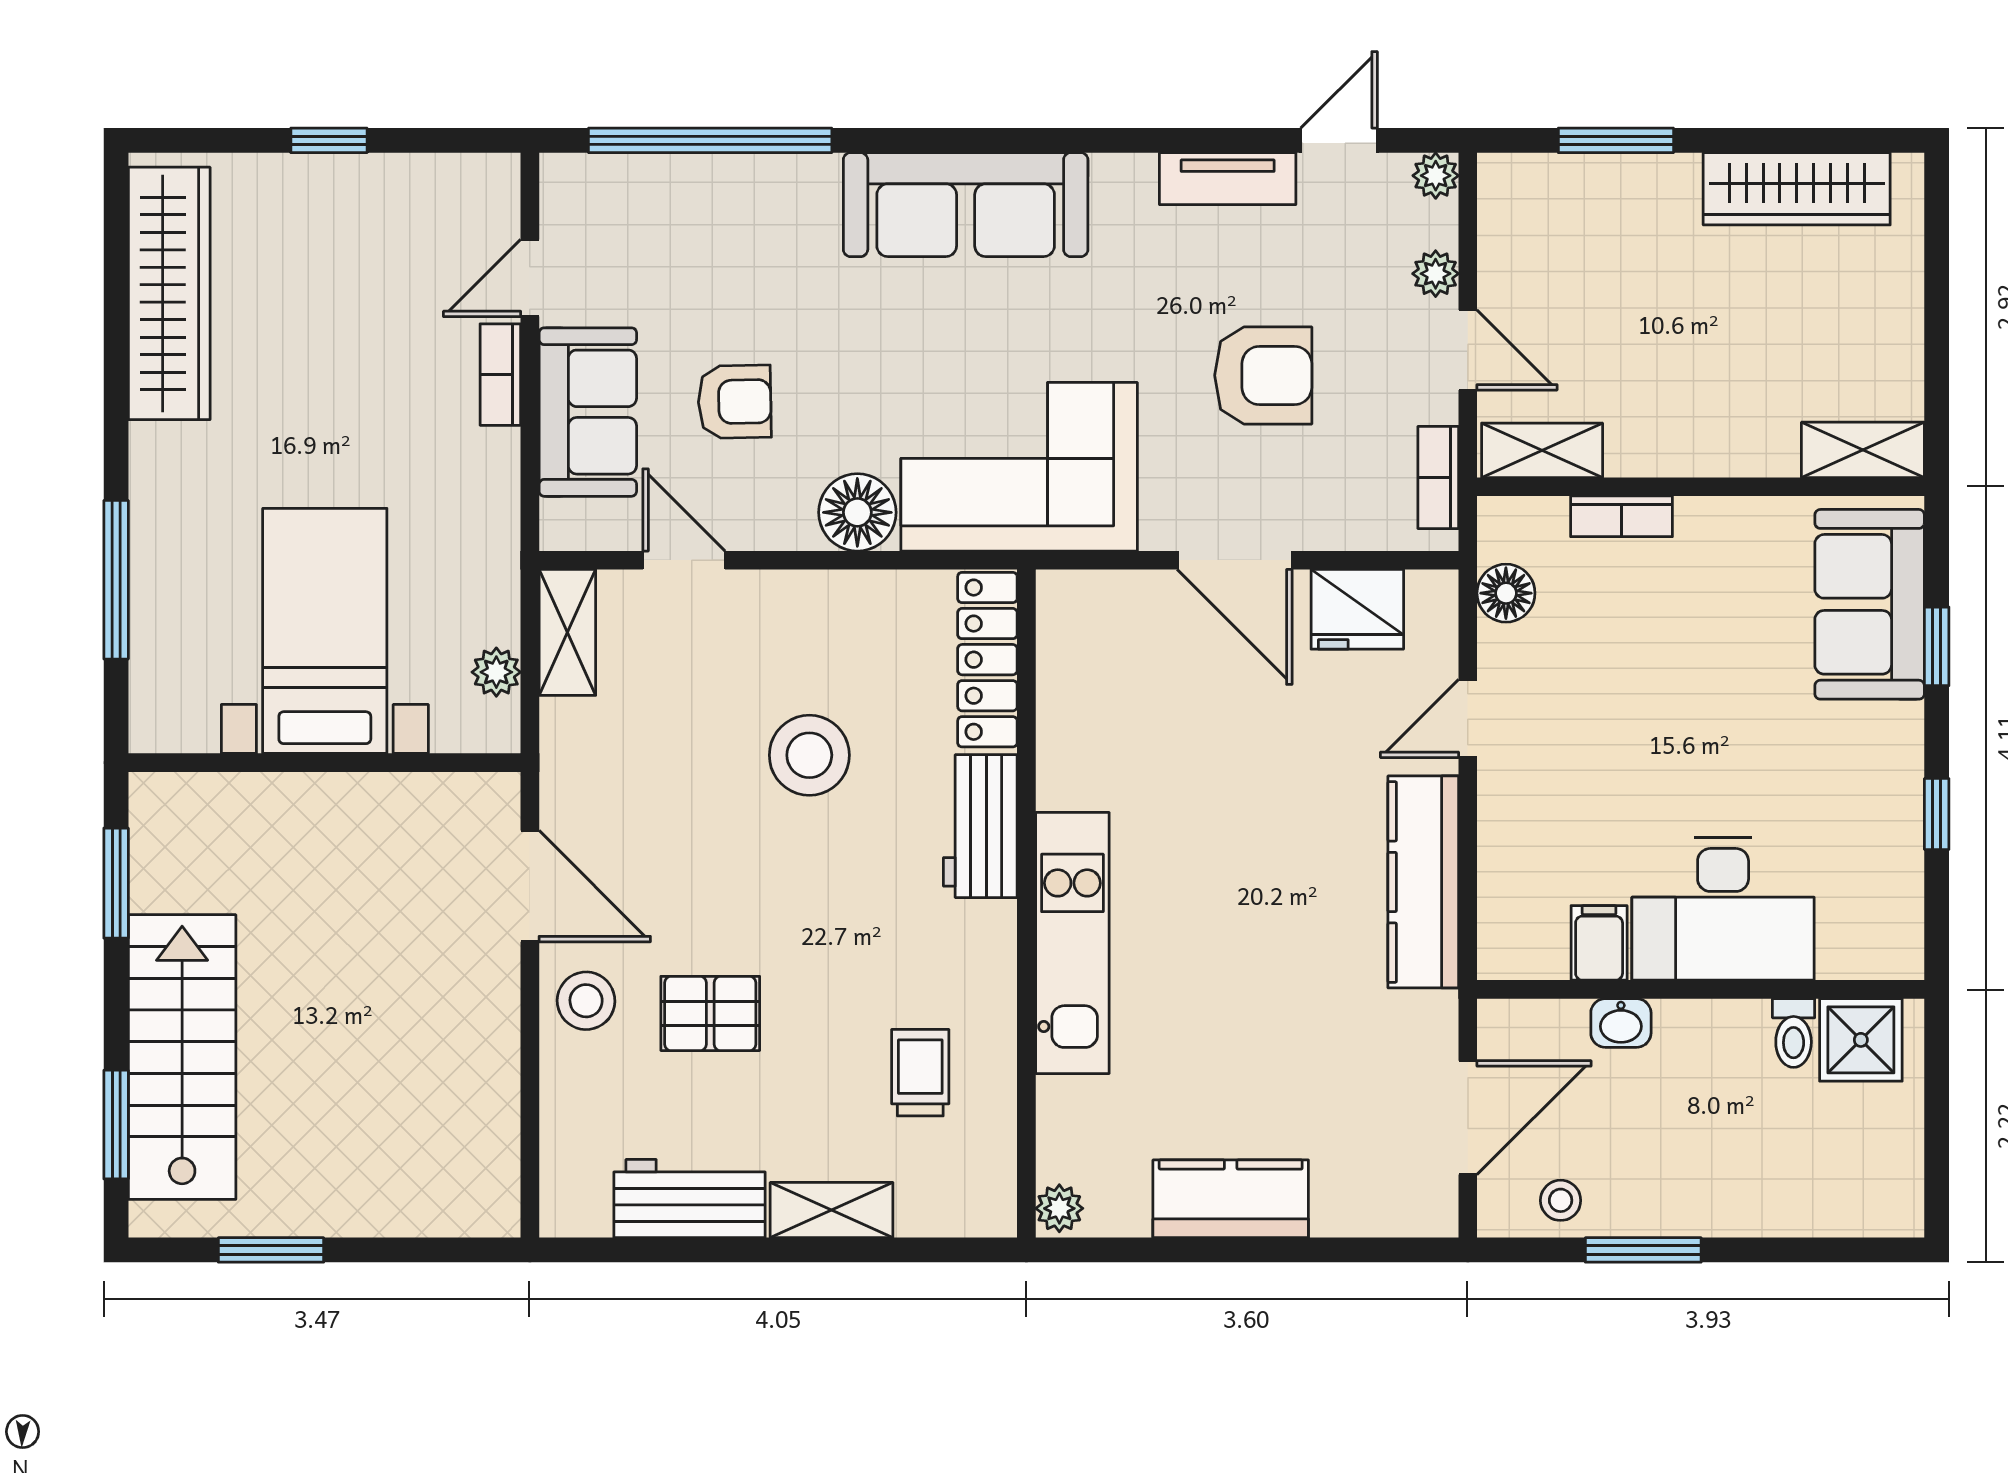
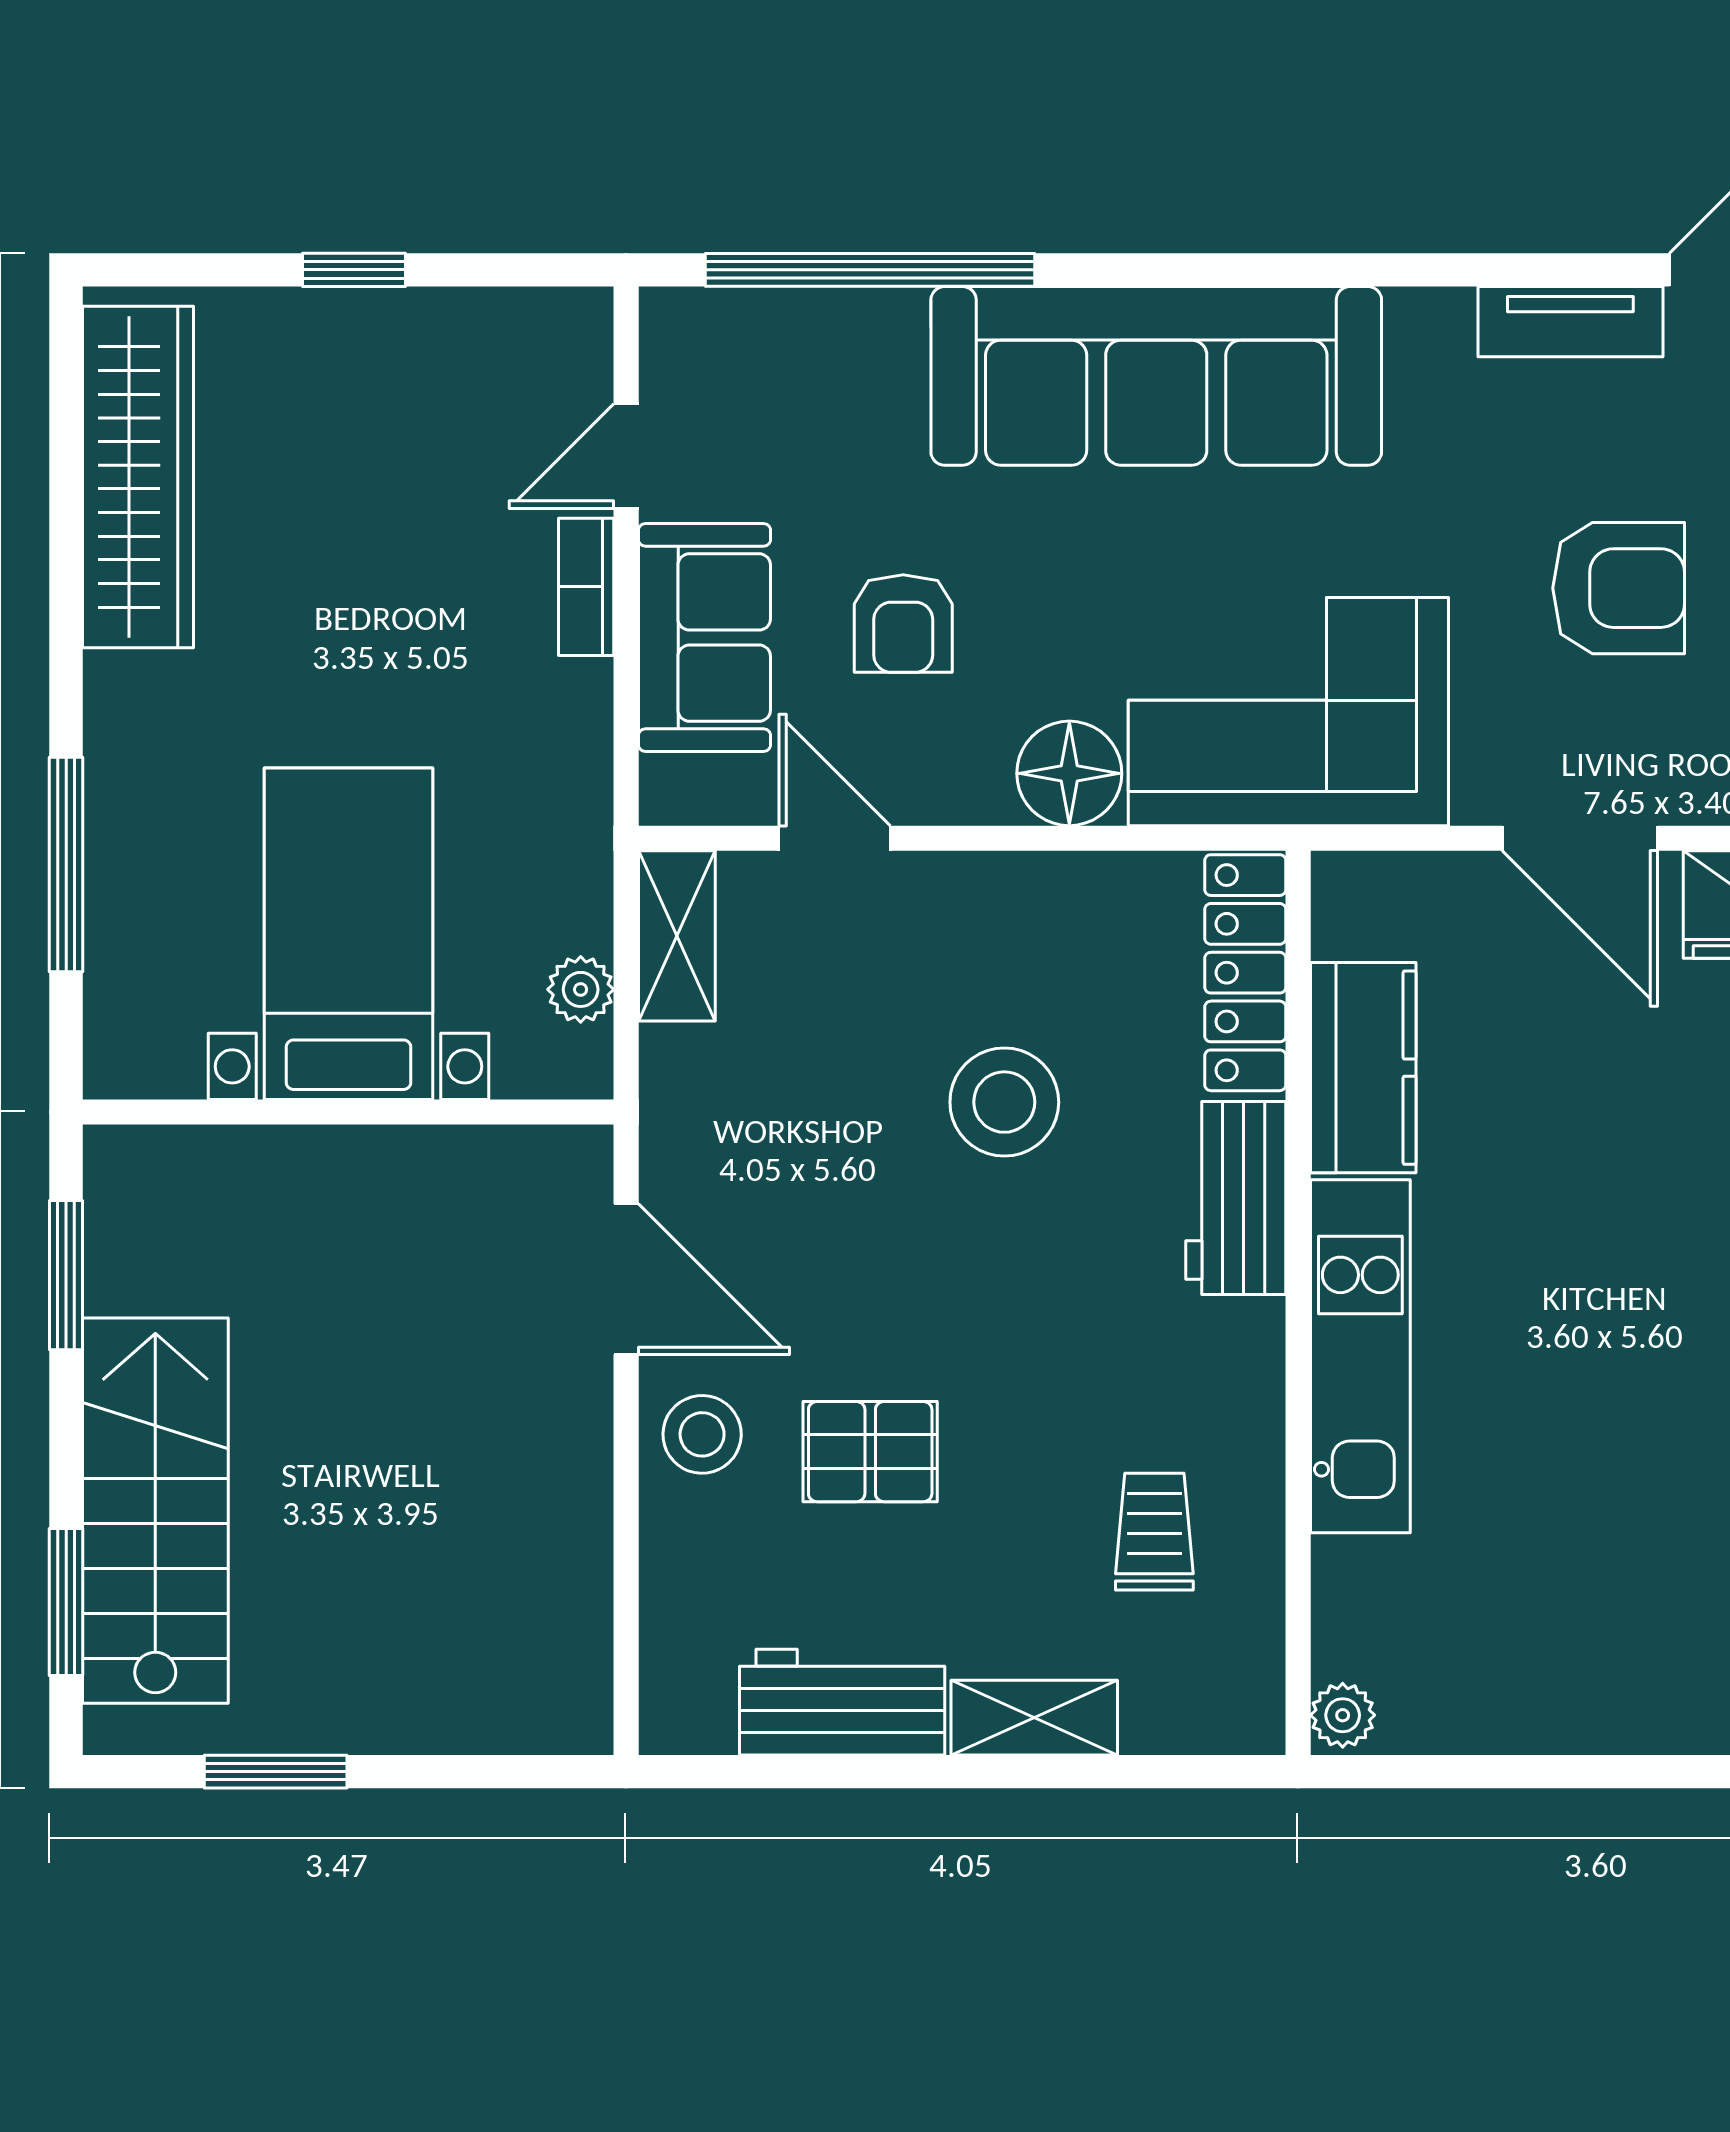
sofa: (966, 205) -> (1156, 376), width x1.36, depth x1.27
armchair: (735, 402) -> (903, 624), turned 91
kitchen counter: (1231, 1199) -> (1363, 1068), moved, turned 90

